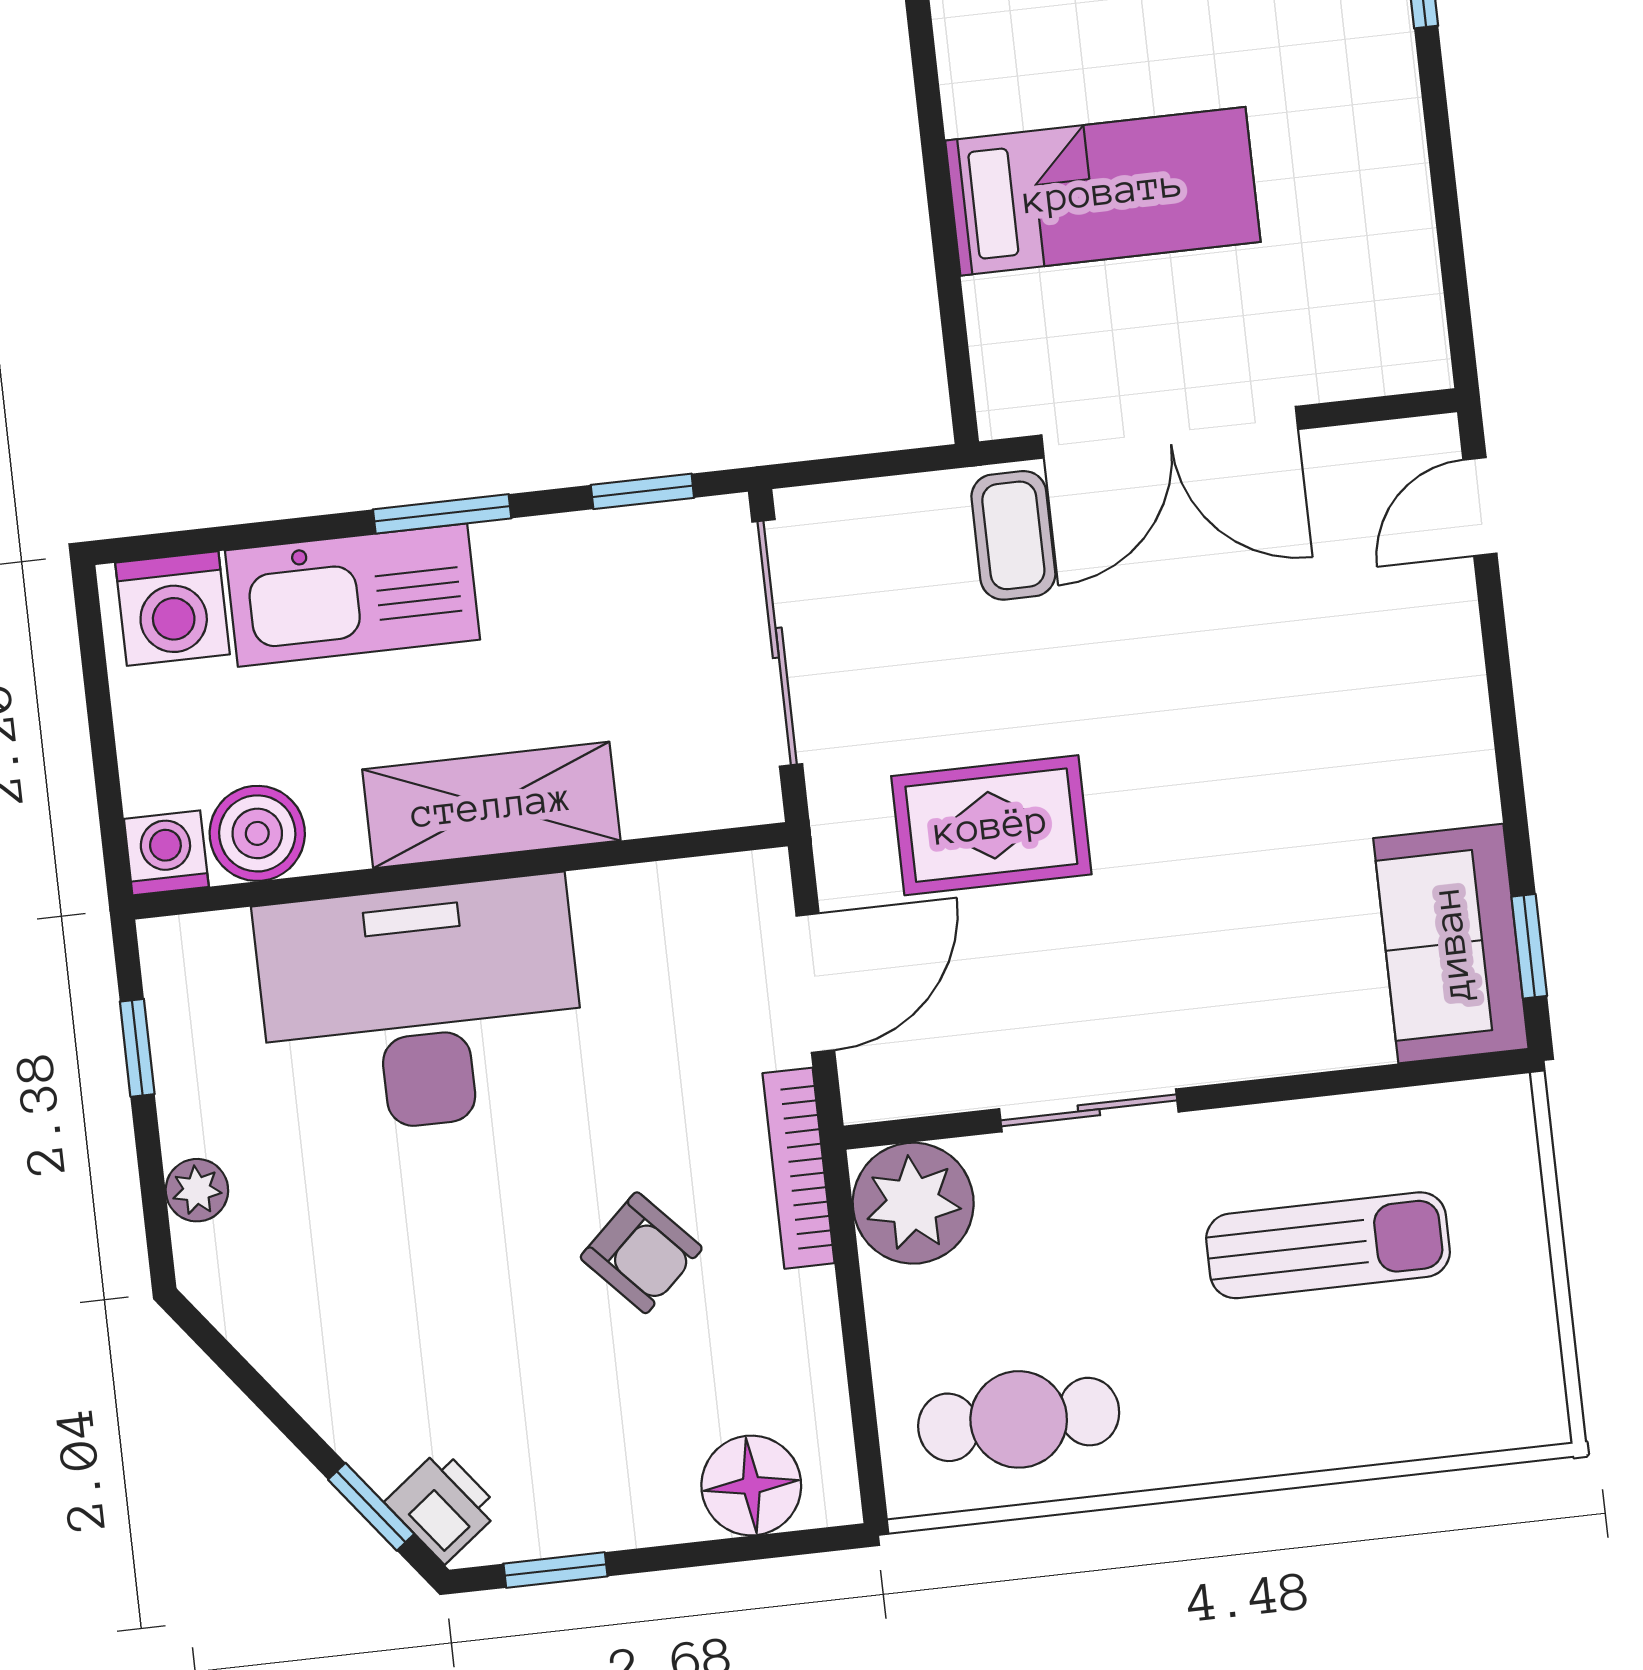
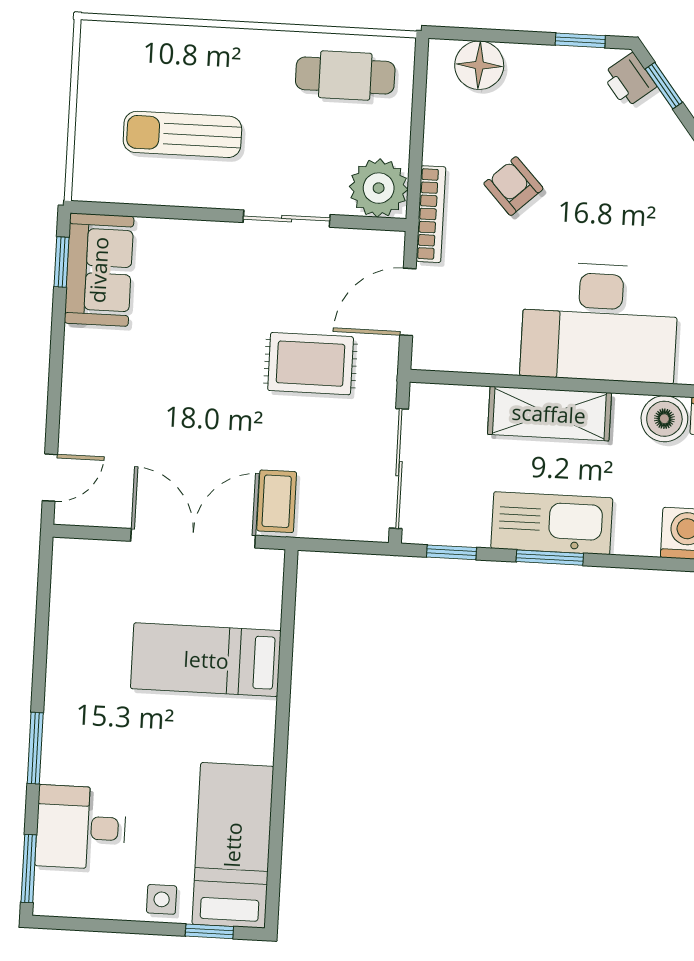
kitchen sink: (352, 595) -> (552, 523), moved

